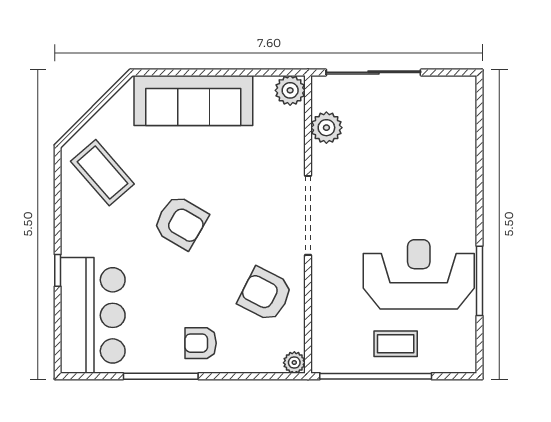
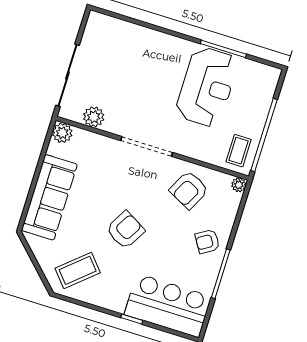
reception desk: (419, 274) -> (207, 87), turned 180
armchair: (201, 343) -> (207, 241), turned 58
coffee table: (396, 344) -> (239, 151), moved

